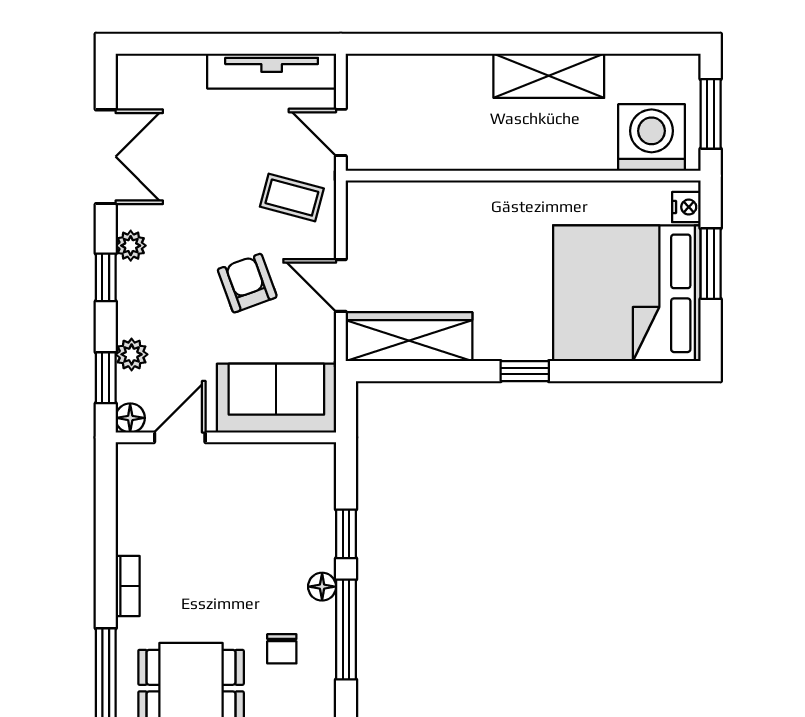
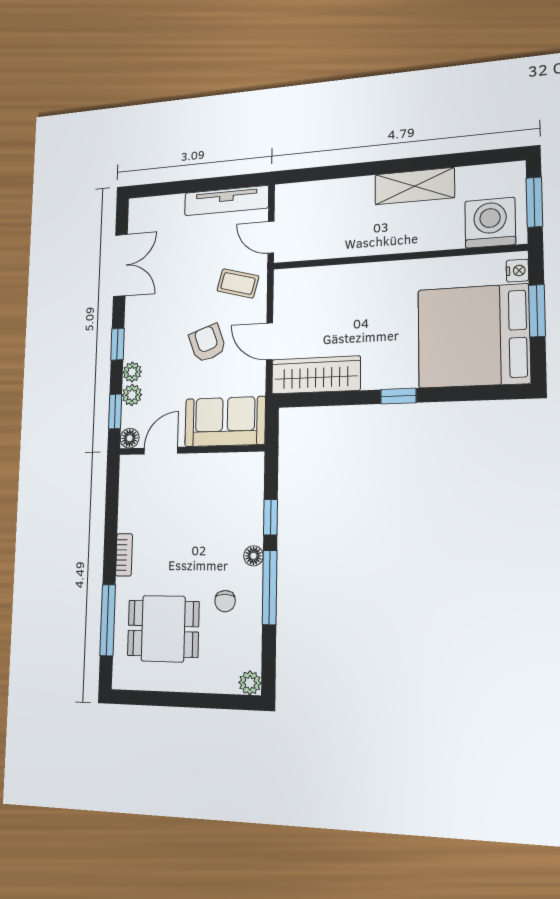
plant: (131, 246) -> (132, 372), moved

